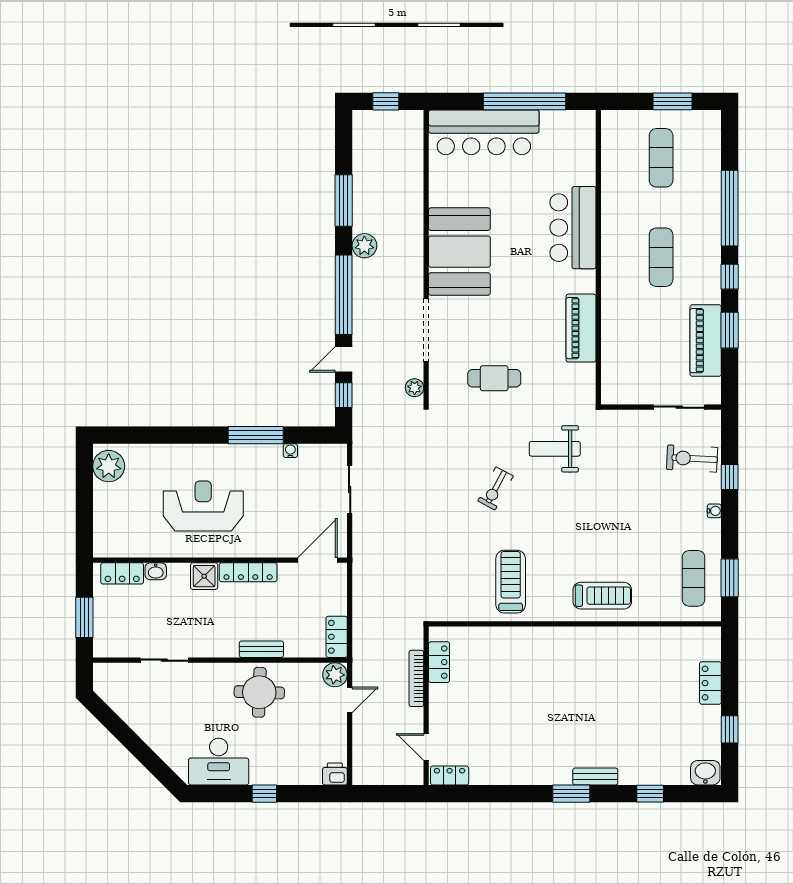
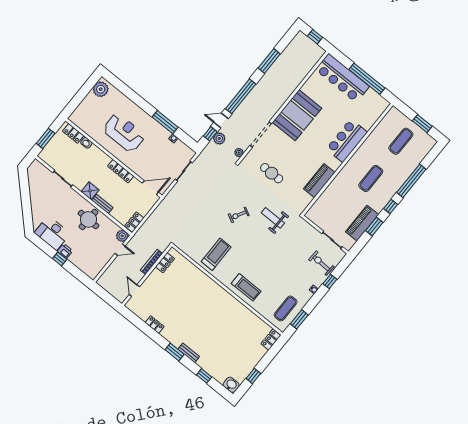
plant: (364, 246) -> (219, 138), moved
shower: (204, 576) -> (90, 191), moved
locker: (710, 683) -> (271, 340), moved
printer: (335, 774) -> (65, 251), moved
locker: (450, 776) -> (155, 325), moved

